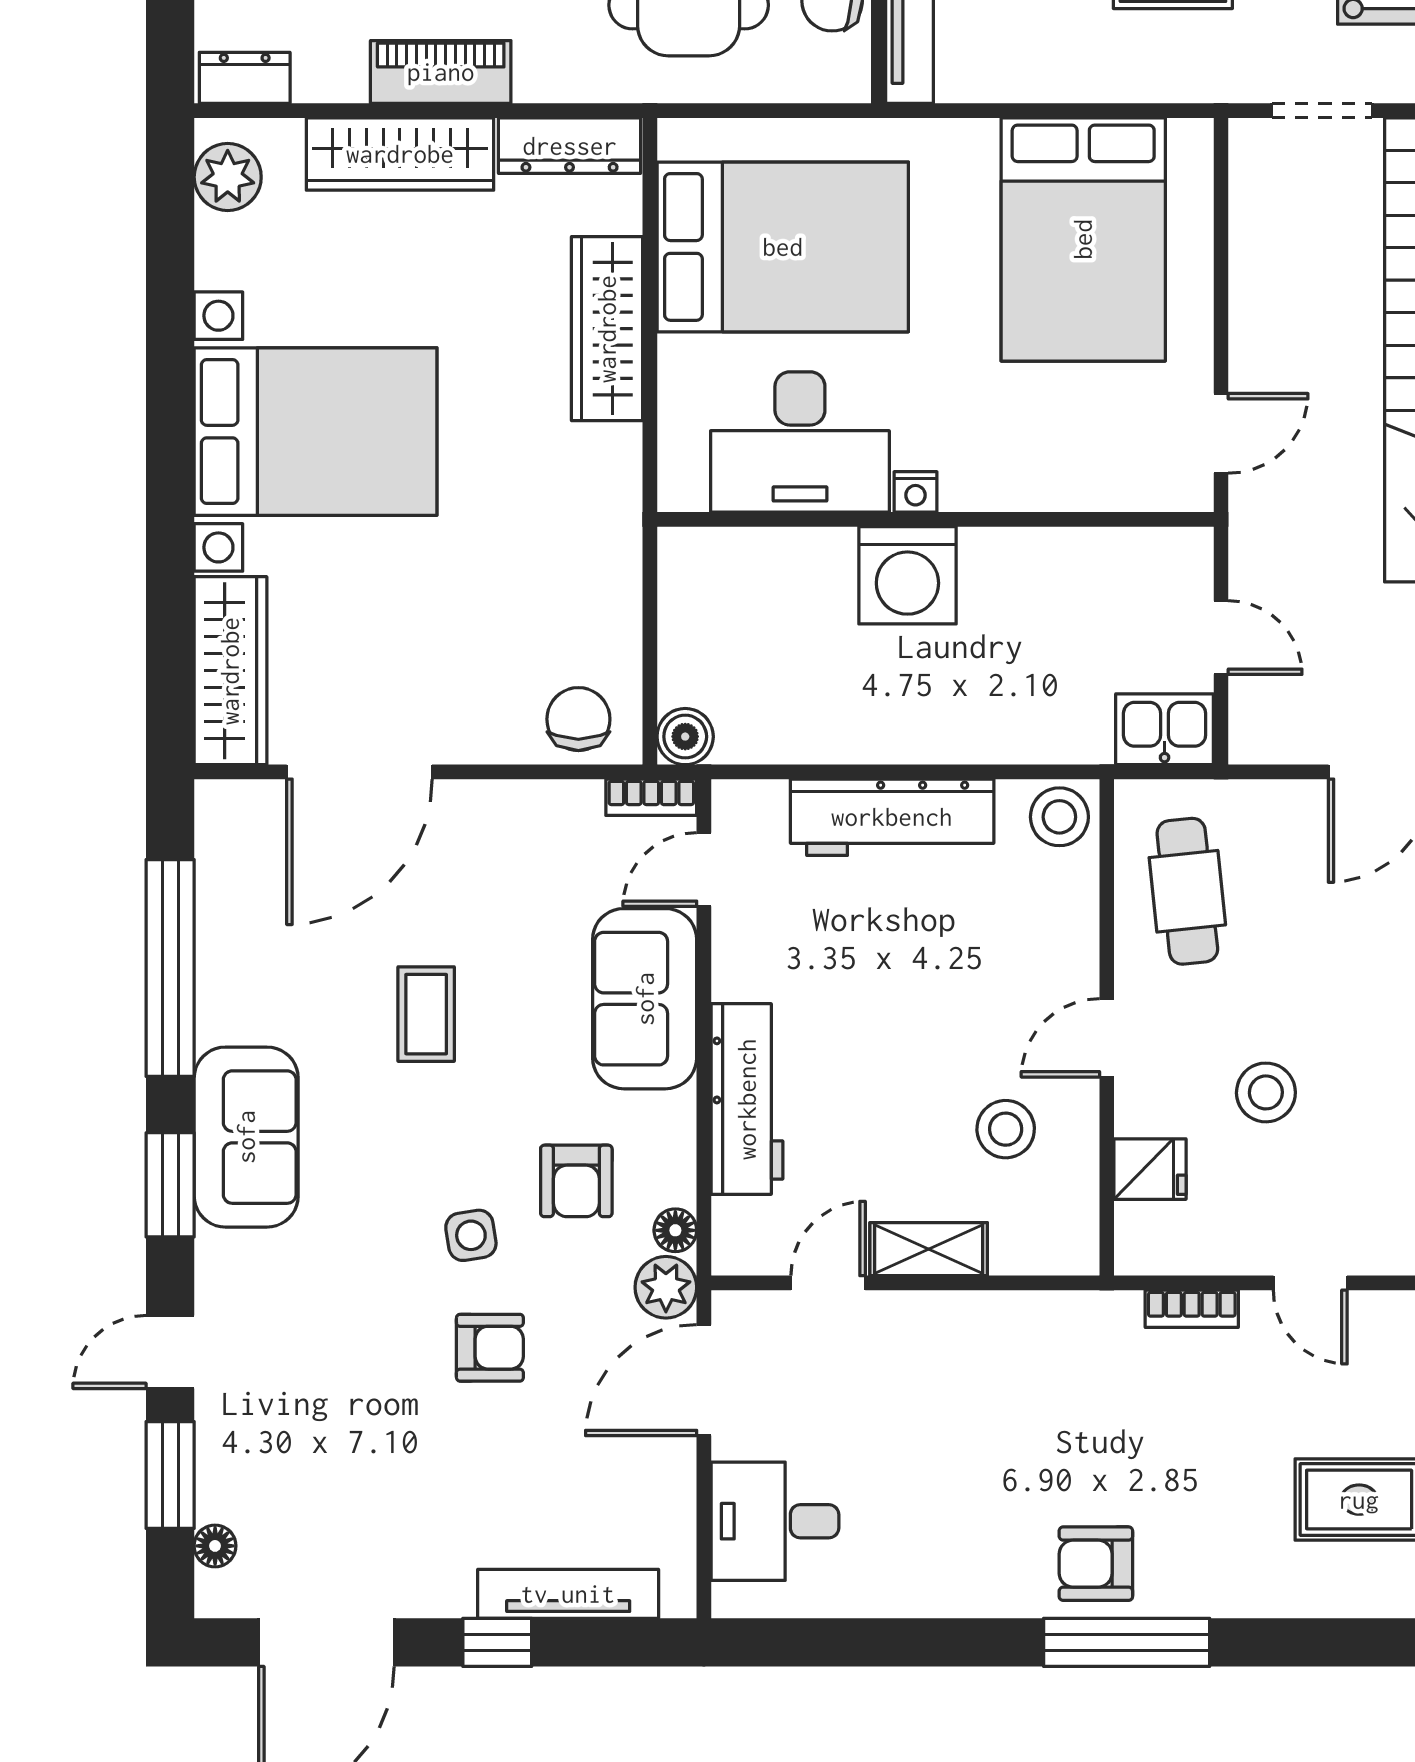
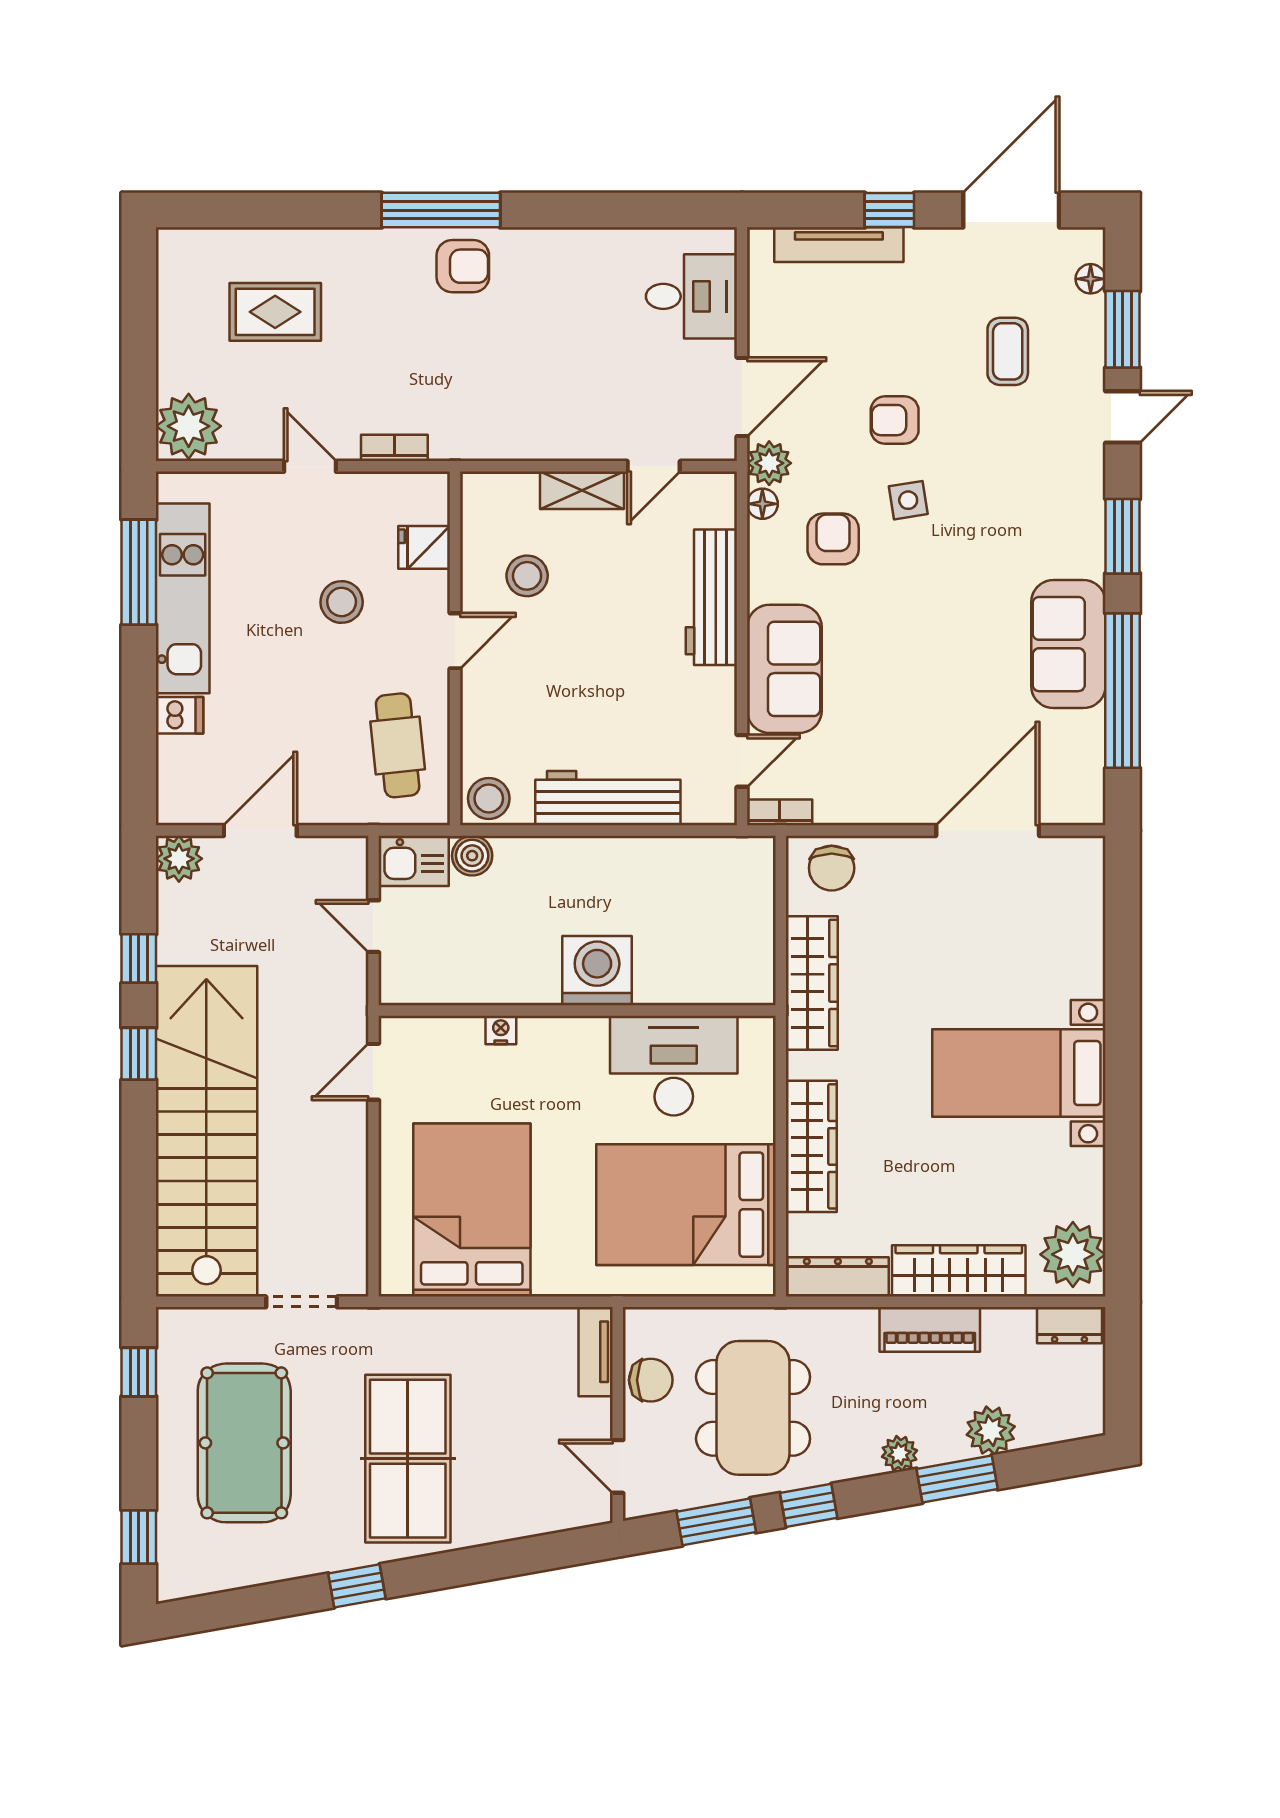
plant: (228, 177) -> (1073, 1254), width x1.36, depth x1.36
bed with nightstands: (316, 432) -> (1019, 1073), width x0.73
nightstand: (915, 492) -> (501, 1030), moved
wardrobe: (230, 671) -> (812, 983), moved, turned 180
boiler: (685, 737) -> (472, 856), moved
coffee table: (426, 1014) -> (1008, 351), moved
sofa: (246, 1137) -> (1068, 644), moved

